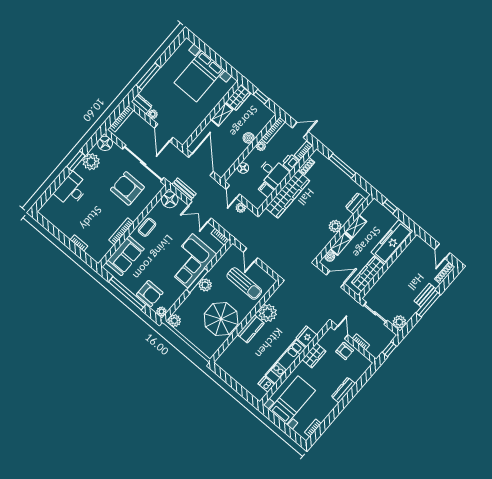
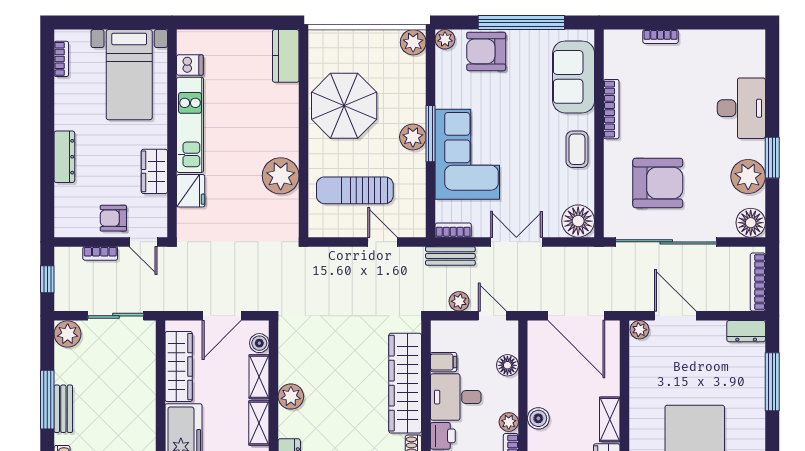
plant: (153, 114) -> (639, 330), moved
bench: (184, 189) -> (450, 256), moved
kitchen counter: (251, 329) -> (286, 56), moved

